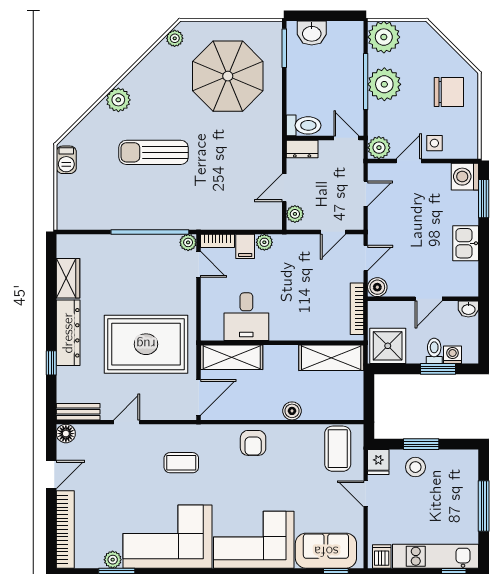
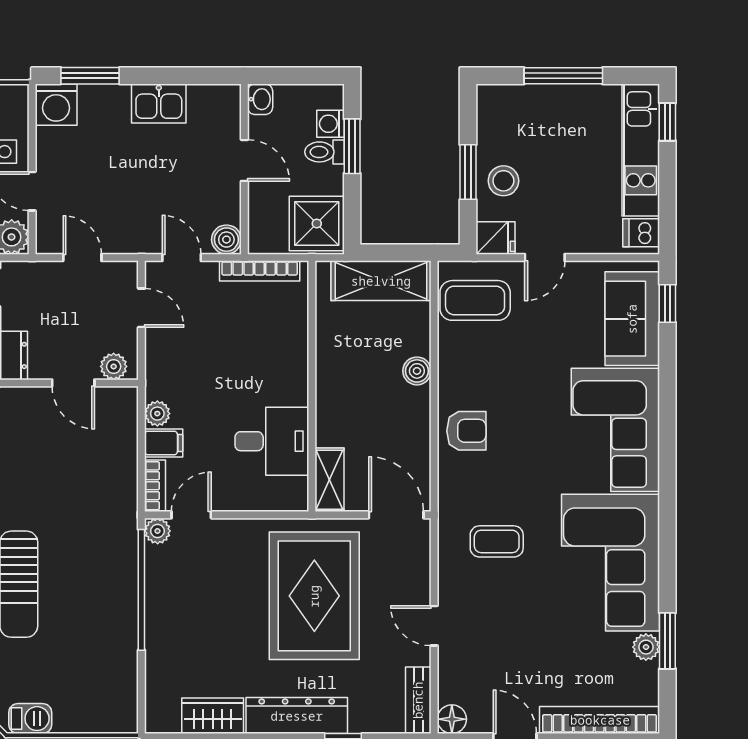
shelving: (232, 357) -> (330, 480), width x0.67, depth x0.75
shelving: (331, 358) -> (381, 281), moved, turned 90
coffee table: (181, 463) -> (497, 541), turned 90

